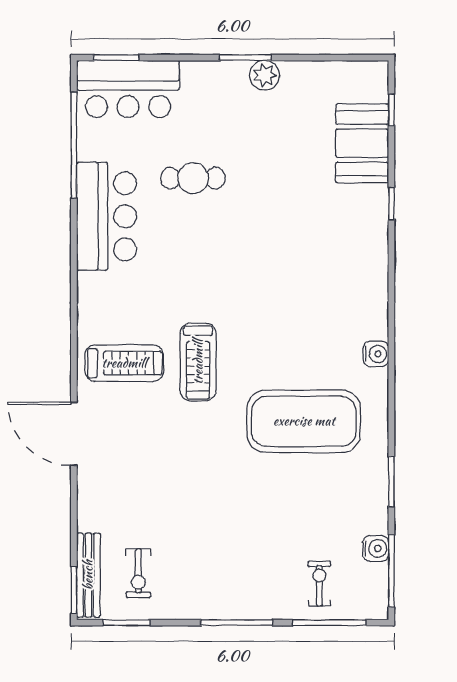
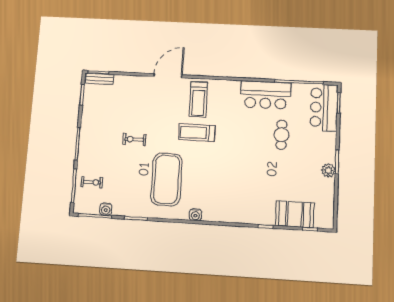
exercise bike: (138, 573) -> (134, 139), moved
bench: (88, 575) -> (100, 79), width x0.73

